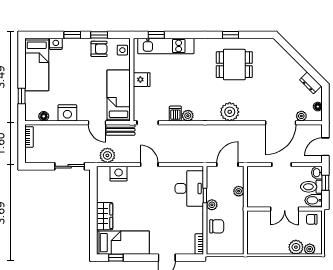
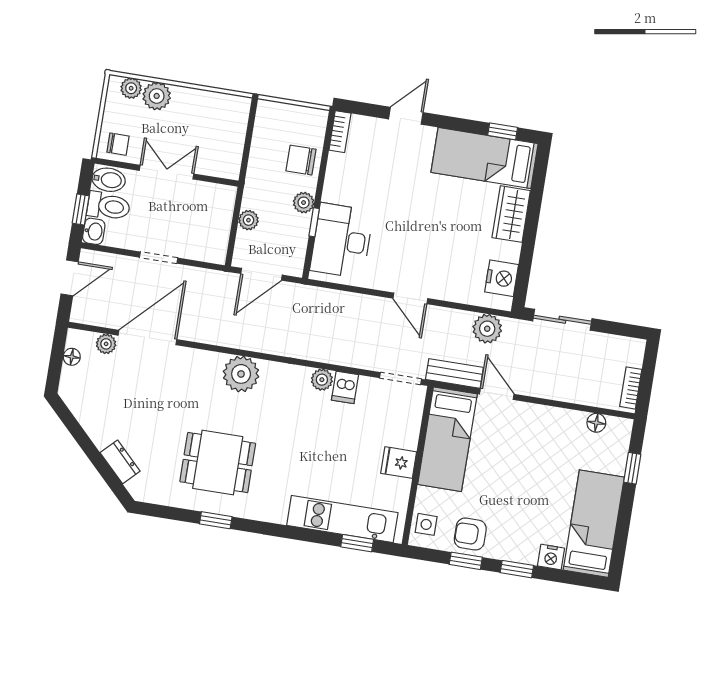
dresser: (310, 83) -> (120, 462), moved
nightstand: (67, 113) -> (550, 422), removed
nightstand: (119, 174) -> (502, 278), moved, turned -90

